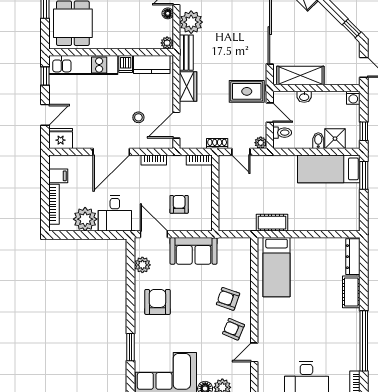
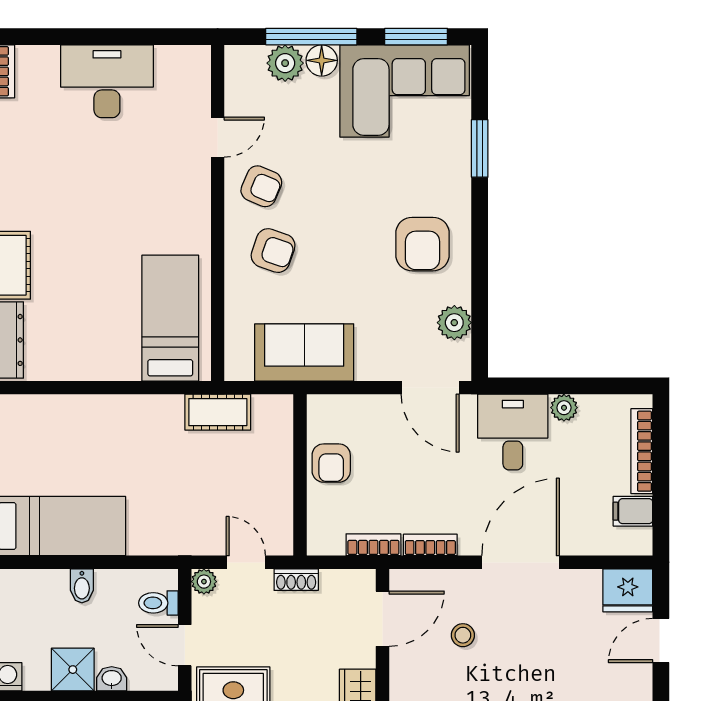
shower: (335, 139) -> (73, 670), moved
bookcase: (199, 160) -> (373, 545), moved
armchair: (179, 204) -> (331, 463), moved
plant: (85, 219) -> (564, 408), width x0.53, depth x0.53
cot: (272, 223) -> (218, 412), moved
sofa: (194, 251) -> (304, 352), moved

